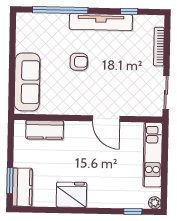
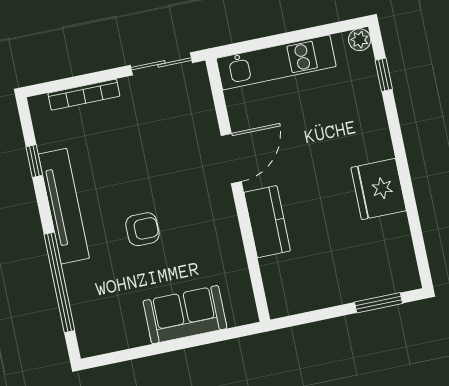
armchair: (79, 62) -> (142, 229), turned 90
sofa: (27, 82) -> (185, 315), width x0.73
kitchen counter: (45, 130) -> (267, 222), moved
kitchen counter: (22, 187) -> (385, 278), removed

